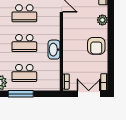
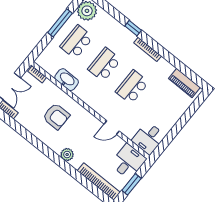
armchair: (96, 46) -> (56, 116), moved, turned 180
washbasin: (54, 50) -> (67, 80), moved

